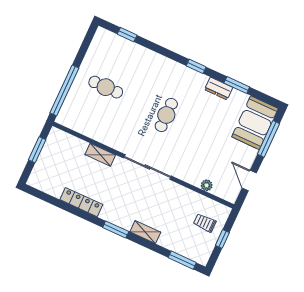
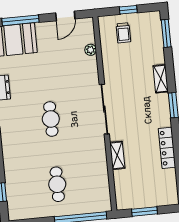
cafe table: (166, 115) -> (51, 119), turned 90

